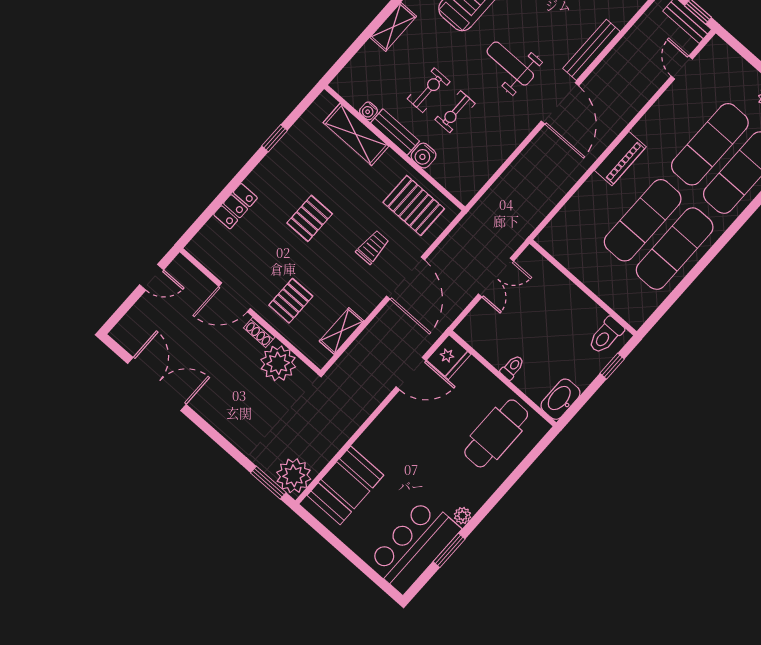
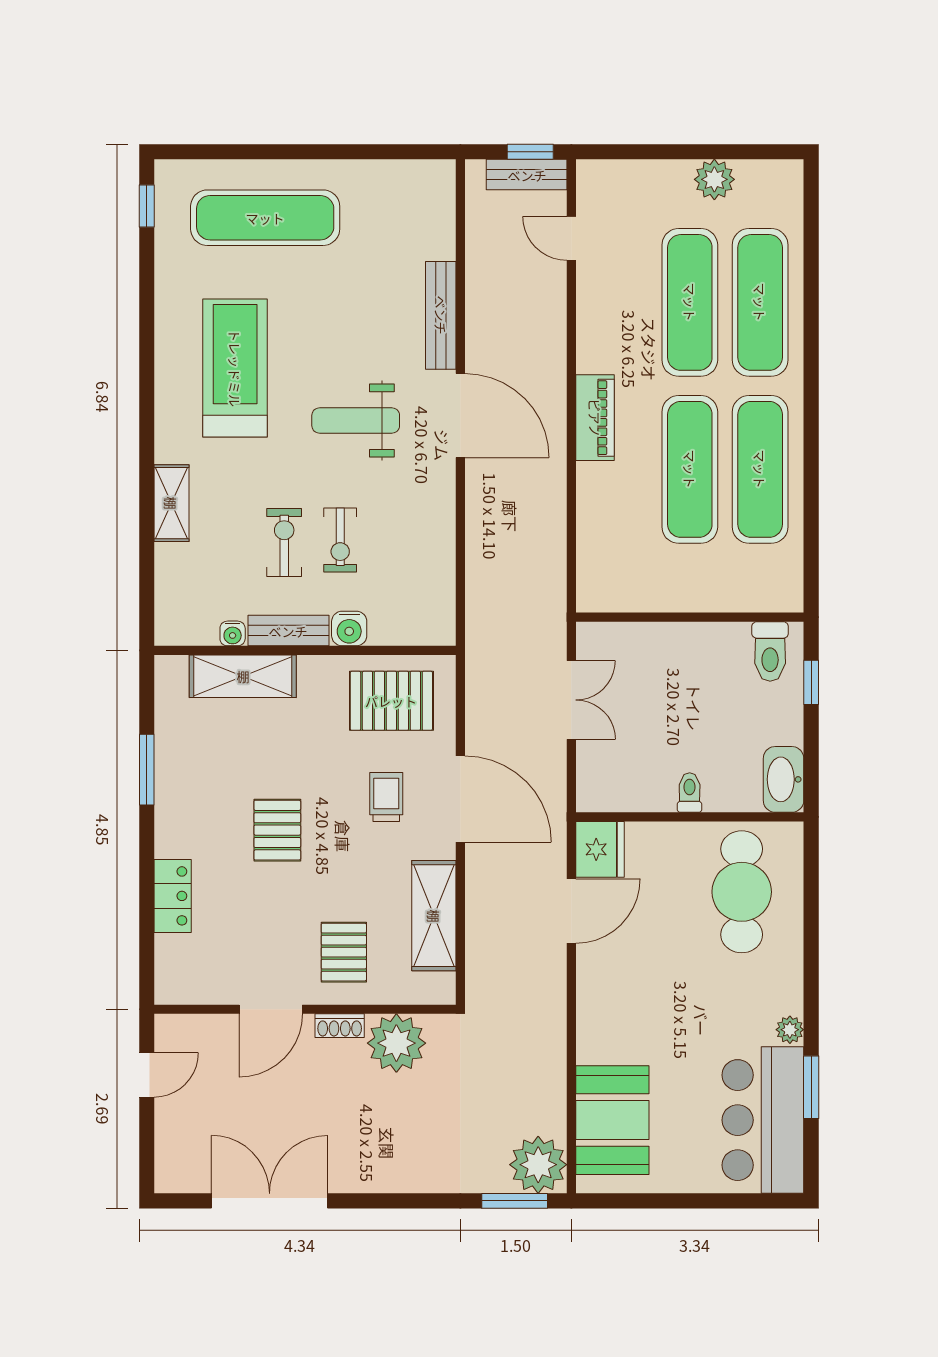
window: (275, 138) -> (147, 770), width x1.50
shelving: (342, 331) -> (434, 916), width x1.50, depth x1.33

